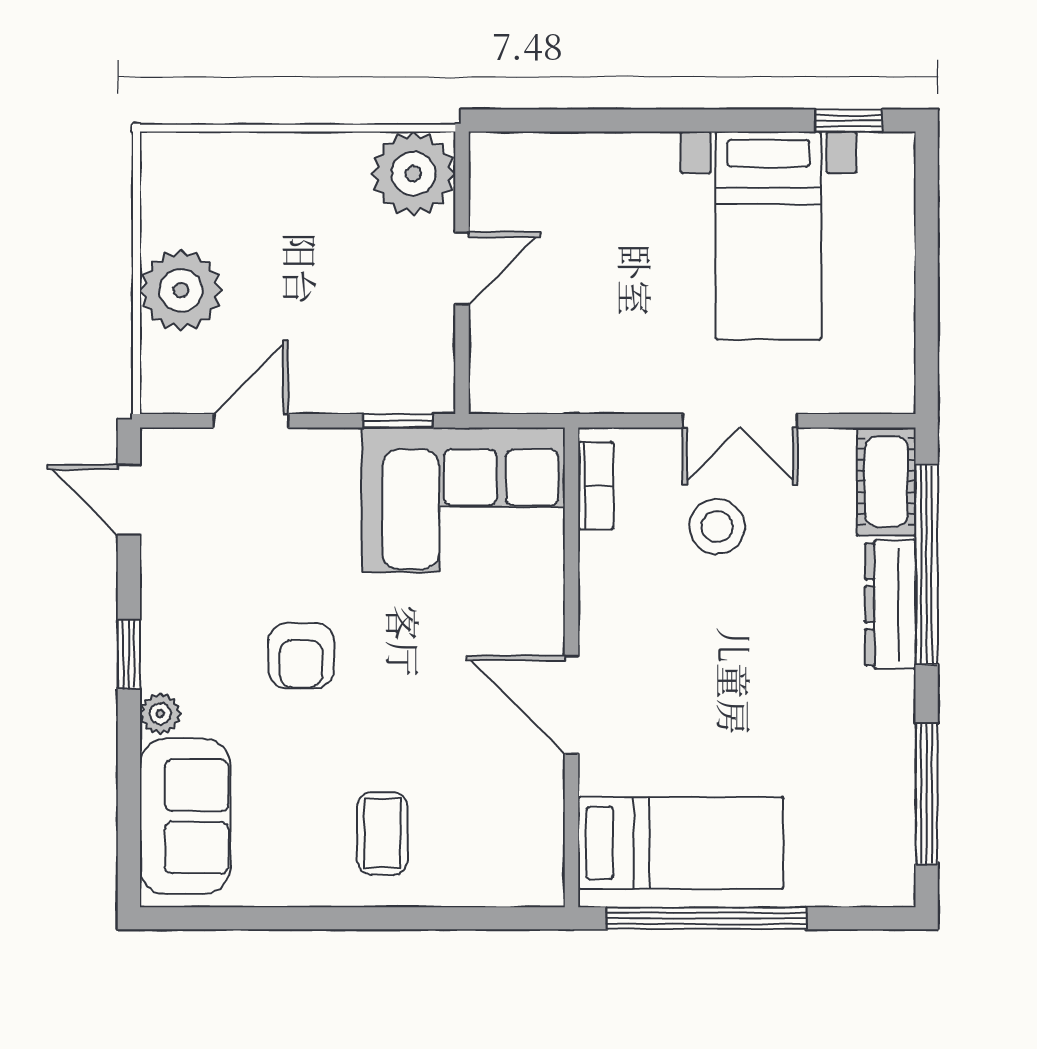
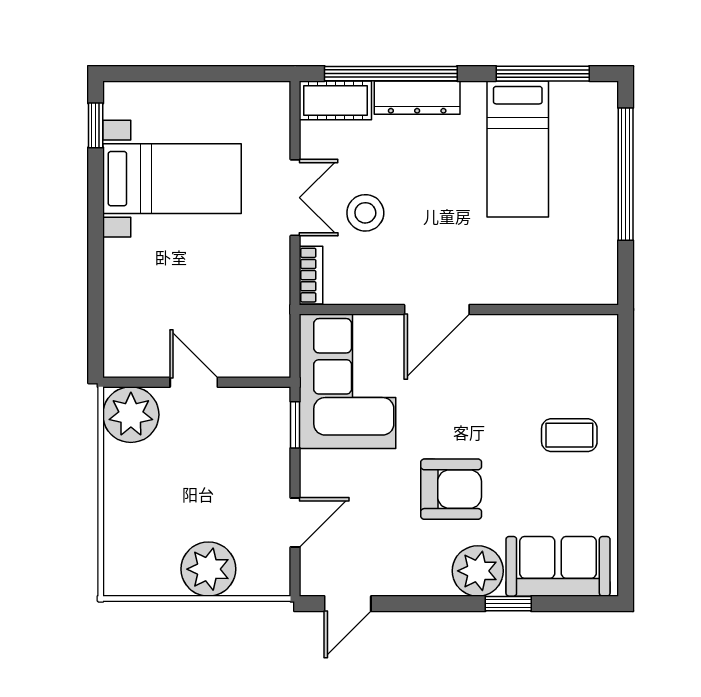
door: (251, 421) -> (295, 522), swing flipped
bookcase: (596, 486) -> (311, 275), moved, turned 90
window: (129, 654) -> (508, 604), moved
armchair: (301, 656) -> (451, 489), width x1.38, depth x1.38
door: (572, 705) -> (437, 309), moved
plant: (160, 714) -> (478, 571), width x1.88, depth x1.88
bed: (681, 843) -> (518, 149), moved, turned 180
window: (707, 918) -> (626, 174), moved

